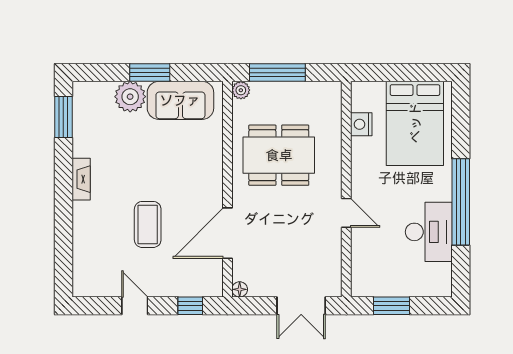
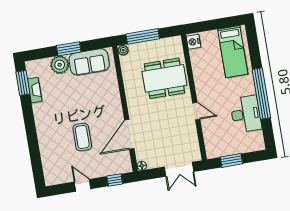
bed: (415, 123) -> (233, 52), width x0.67
nightstand: (361, 124) -> (193, 42), moved
dining table: (279, 155) -> (164, 78), moved
fireplace: (81, 179) -> (35, 90), moved

